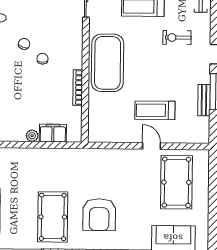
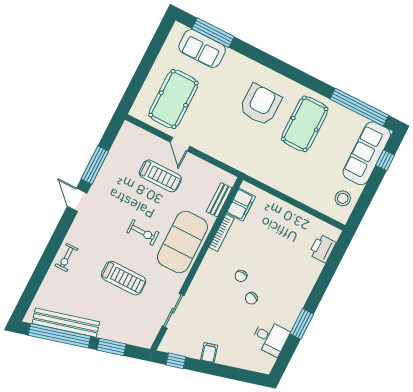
exercise bike: (177, 38) -> (143, 232), moved
bench: (204, 100) -> (219, 200), moved
filing cabinet: (53, 133) -> (241, 205), moved, turned -90
plant: (32, 136) -> (286, 209), removed

